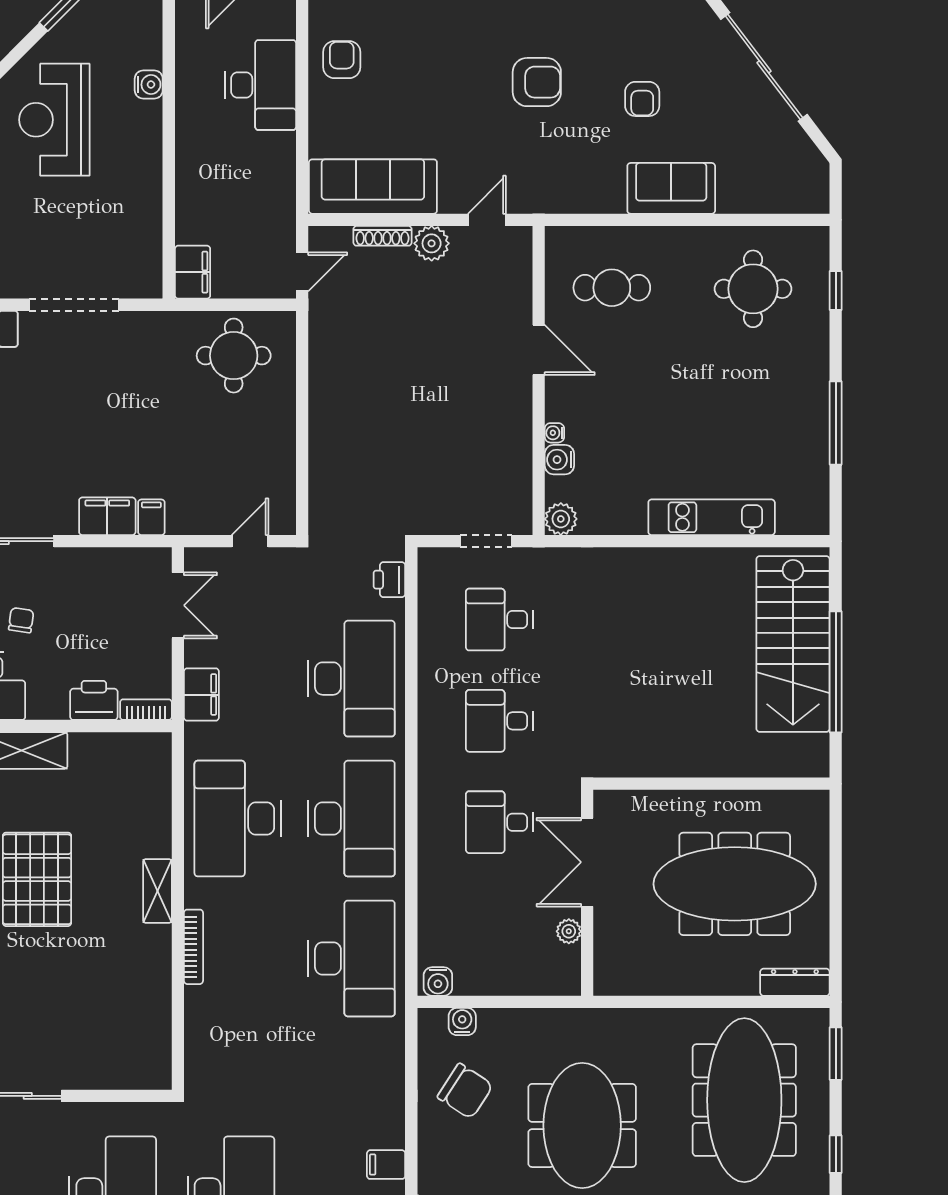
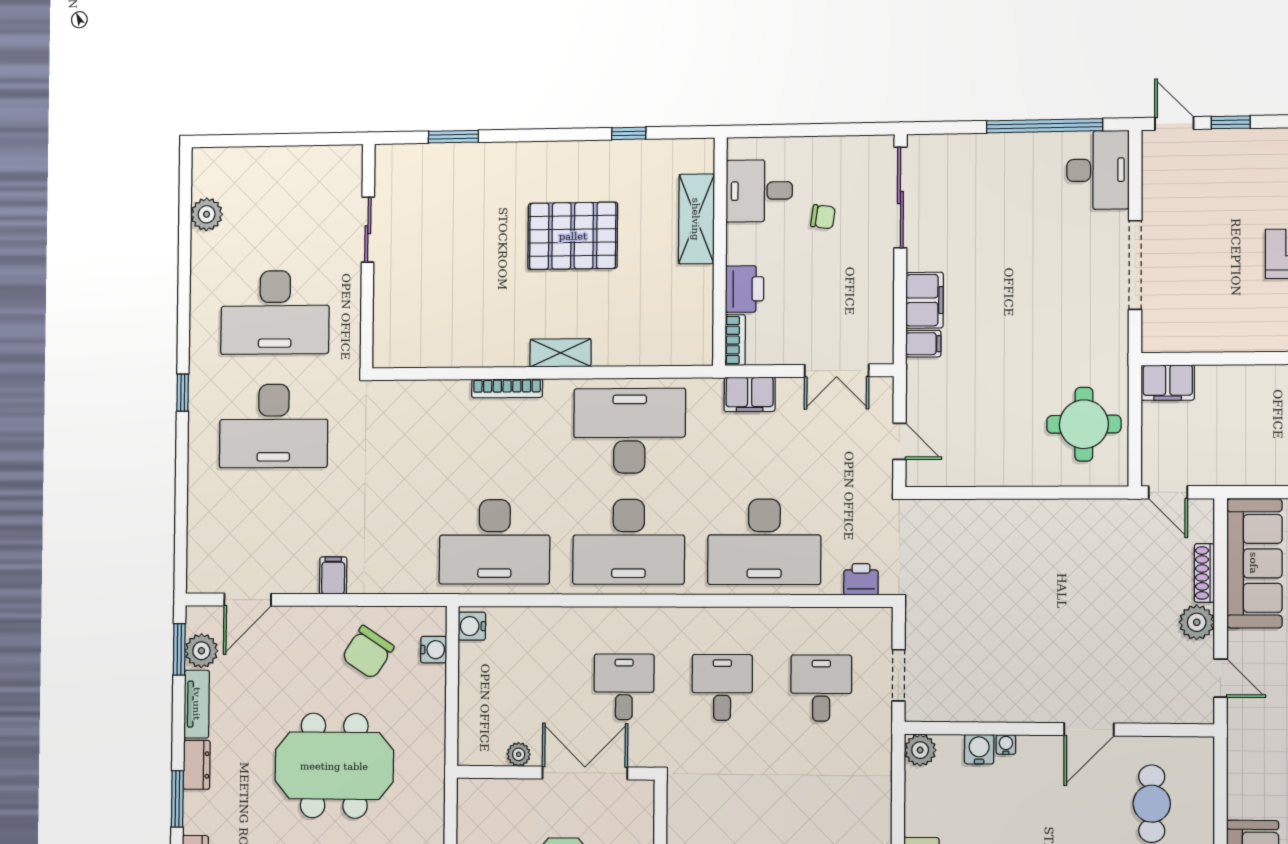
filing cabinet: (386, 1165) -> (333, 575), moved

